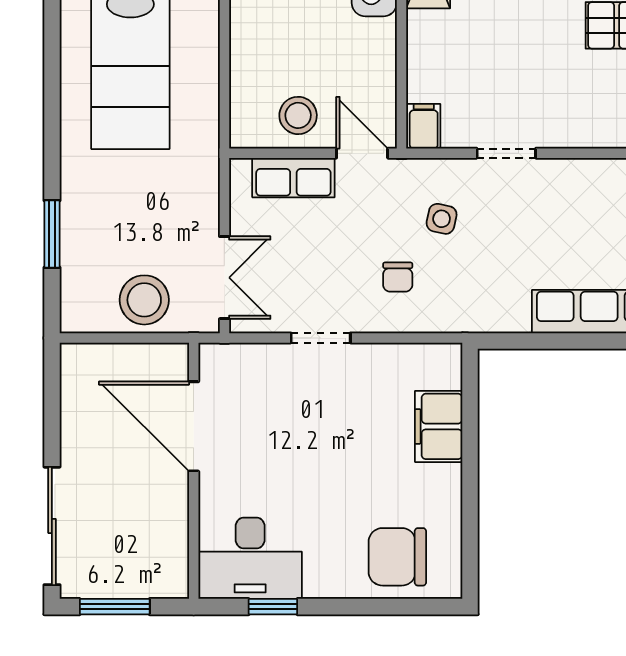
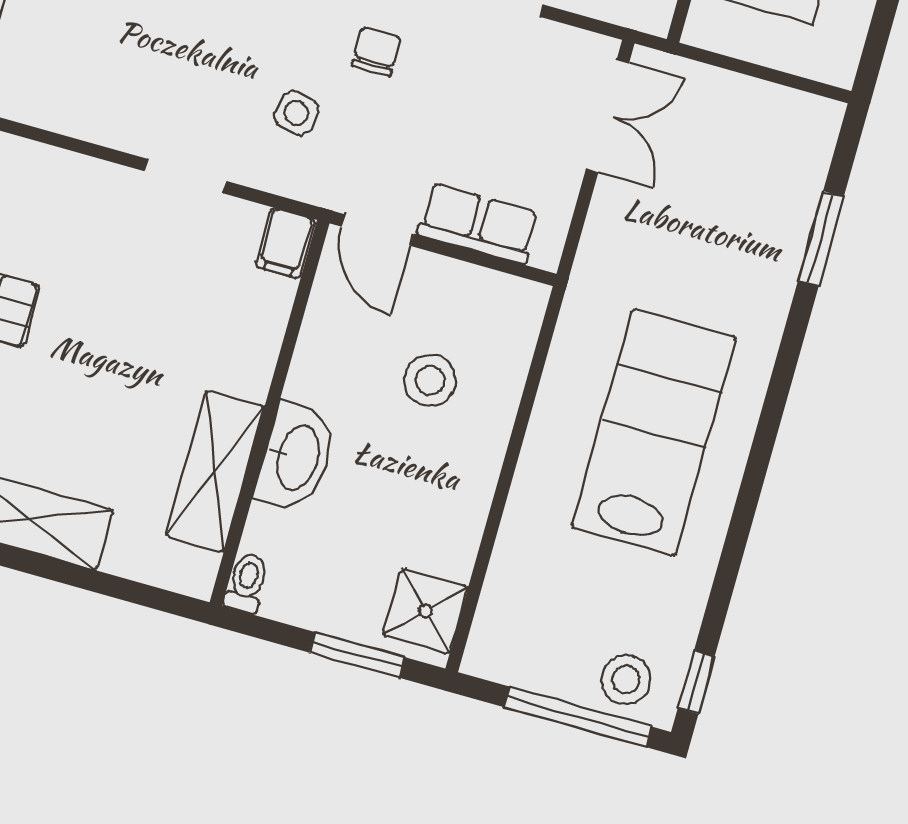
stool: (298, 115) -> (430, 380), moved
double door: (224, 278) -> (608, 116), swing flipped
stool: (144, 300) -> (723, 116), removed

